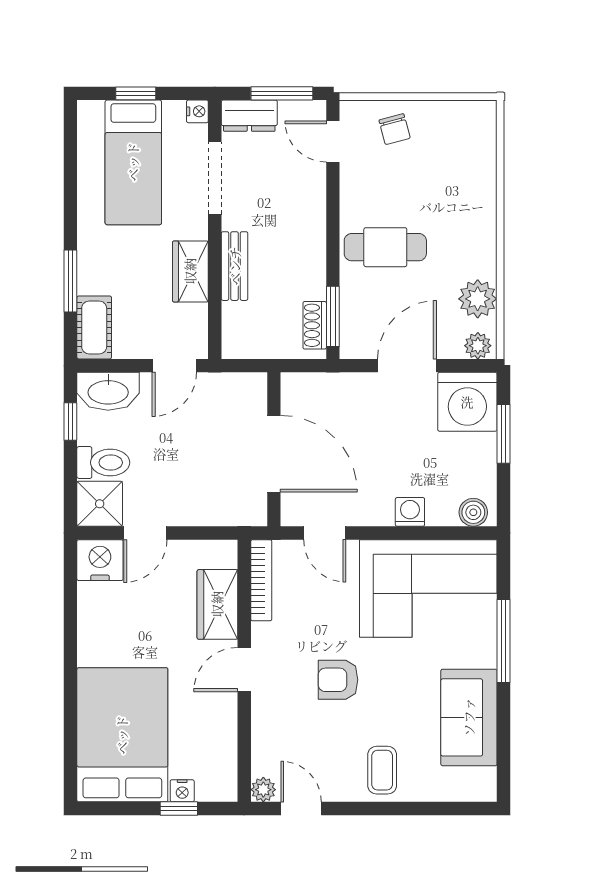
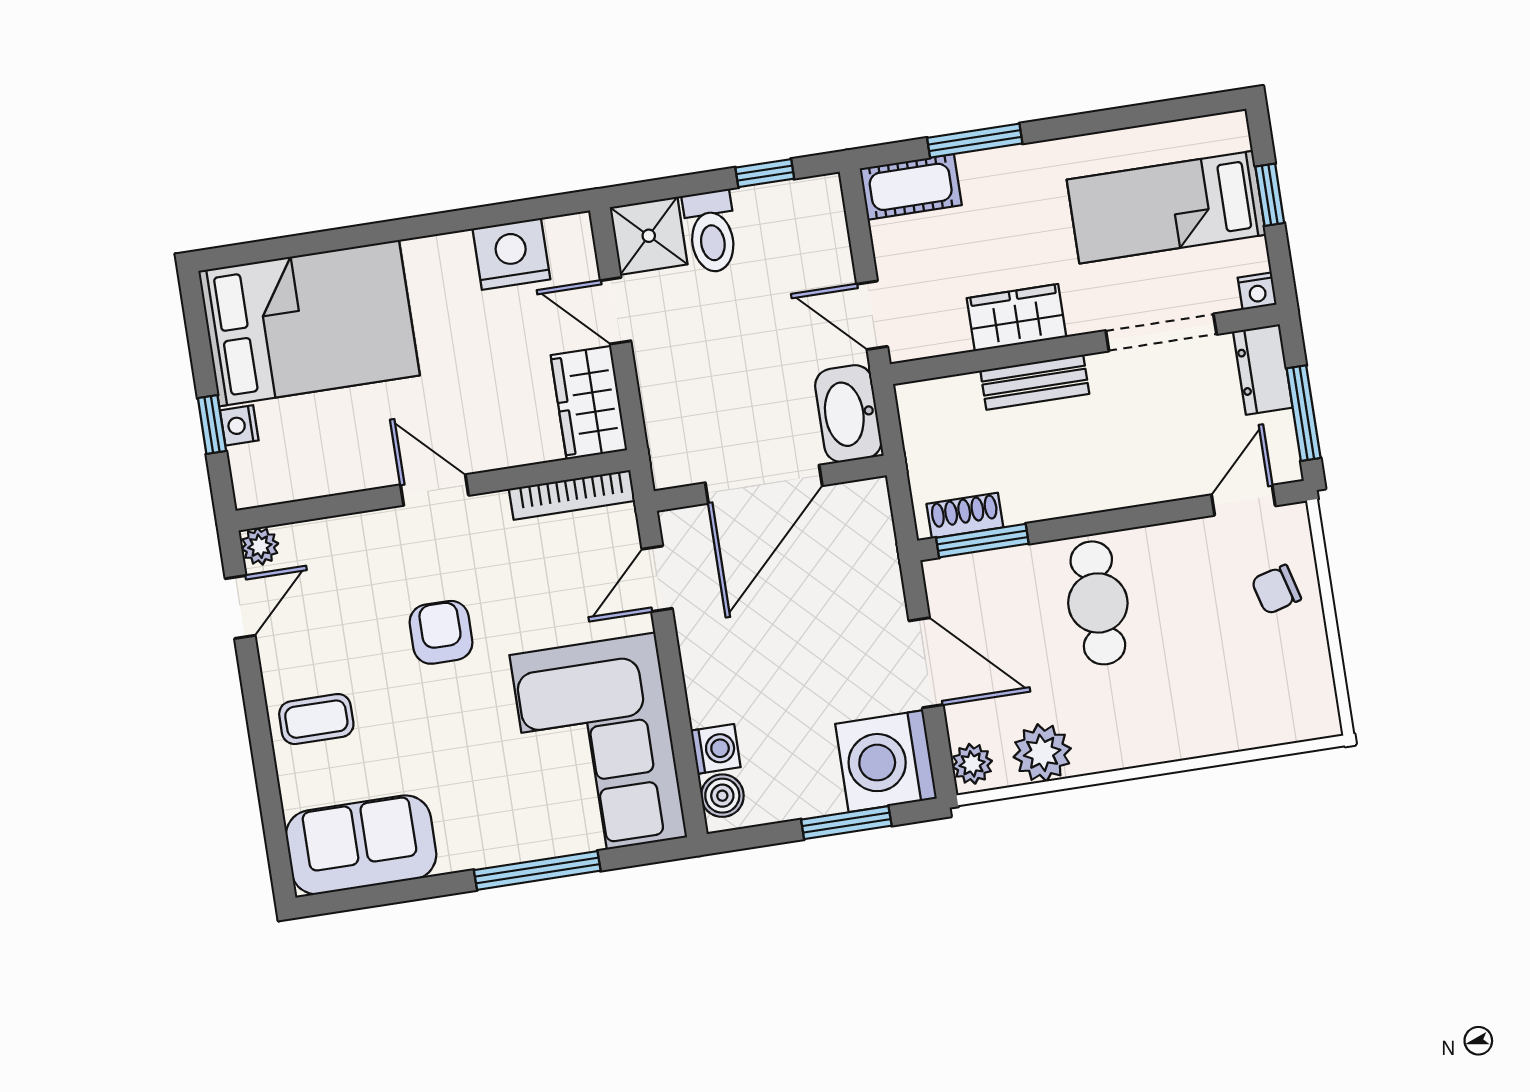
washbasin: (108, 391) -> (848, 414), moved
washing machine: (410, 512) -> (716, 749), moved
nightstand: (100, 560) -> (511, 254), moved, turned -90
wardrobe: (217, 604) -> (589, 403), moved, turned -90
sofa: (469, 717) -> (361, 845), moved

